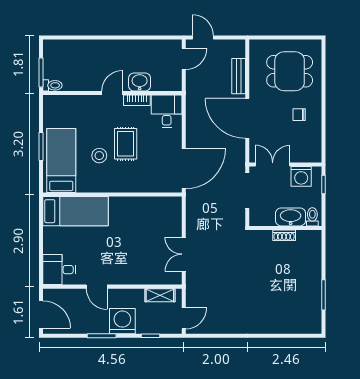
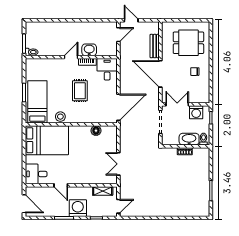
stool: (99, 156) -> (60, 117), moved
floor lamp: (150, 204) -> (96, 131), added
bed: (76, 211) -> (47, 140), width x1.50

